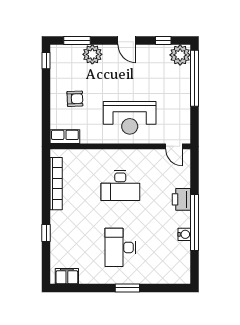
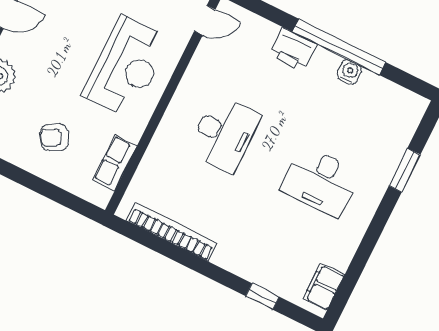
armchair: (75, 99) -> (54, 137), turned -119
row of seats: (65, 137) -> (115, 163), moved
window: (46, 233) -> (262, 296), moved
window: (127, 288) -> (405, 170), moved

